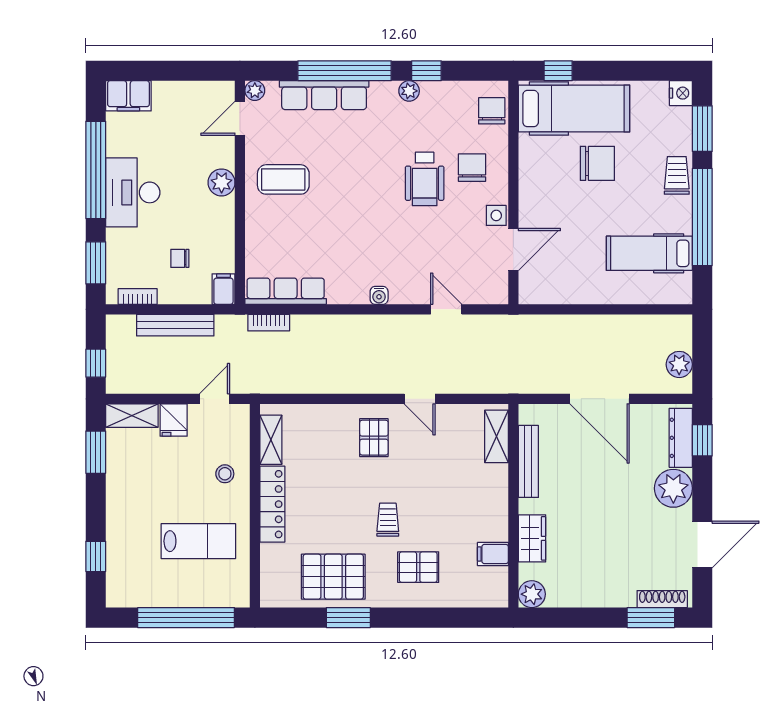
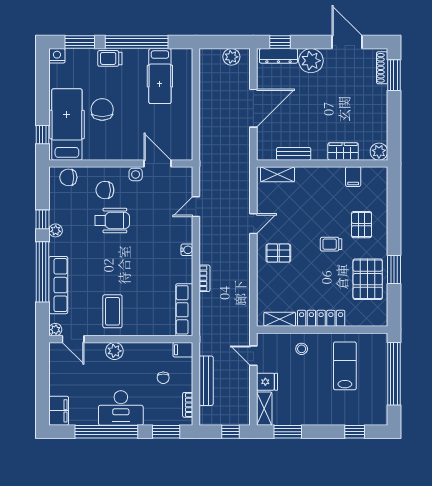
bookcase: (269, 323) -> (204, 278), moved
bench: (528, 461) -> (294, 154), width x0.73

